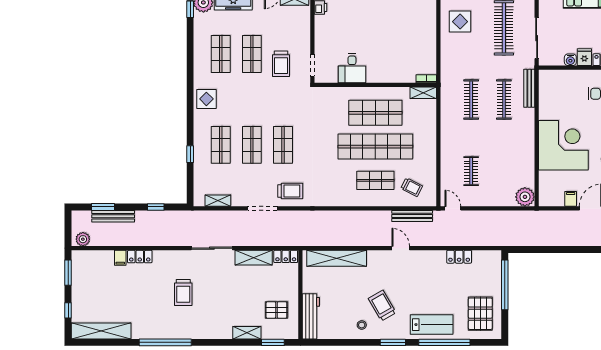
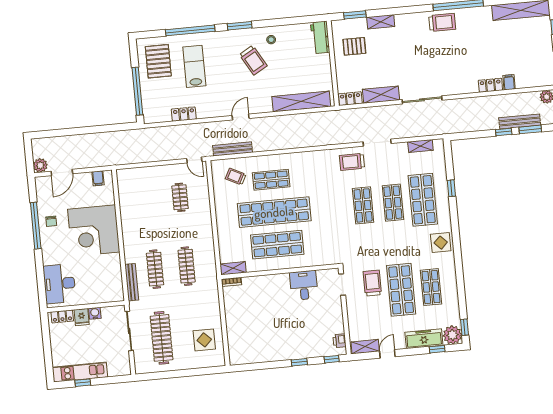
shop shelf: (252, 54) -> (401, 290), width x1.43, depth x1.36
shop shelf: (221, 145) -> (423, 200), width x1.43, depth x1.36
plant: (525, 197) -> (126, 178), removed
filing cabinet: (571, 199) -> (98, 178), moved
window: (156, 207) -> (504, 132), moved
door: (401, 248) -> (241, 117), swing flipped
trolley: (183, 292) -> (442, 22), moved, turned 90
workbench: (311, 316) -> (320, 37), width x0.73
lab bench: (432, 325) -> (194, 66), moved, turned 90

